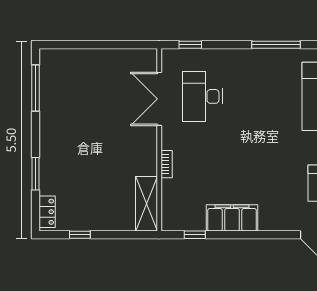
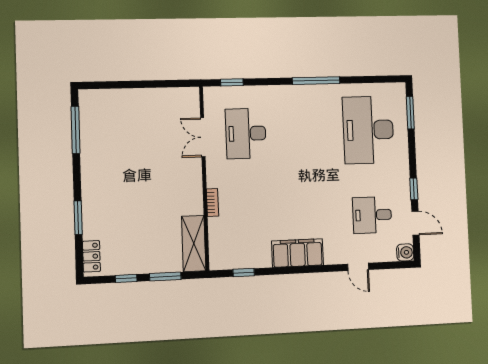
double door: (159, 99) -> (203, 137), width x0.73
filing cabinet: (232, 218) -> (298, 253), moved
window: (118, 235) -> (165, 276), added

